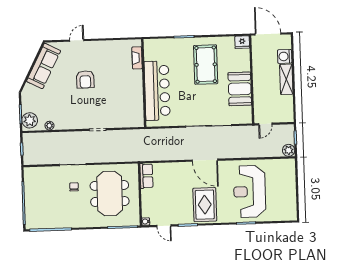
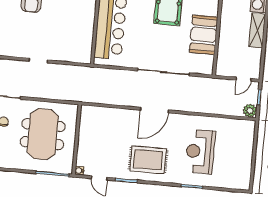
door: (265, 124) -> (243, 79), moved
door: (205, 160) -> (154, 110), hinge flipped
row of seats: (146, 176) -> (87, 119), removed
reception desk: (250, 192) -> (200, 151), width x0.74, depth x0.77
rug: (205, 205) -> (148, 160), turned 90

